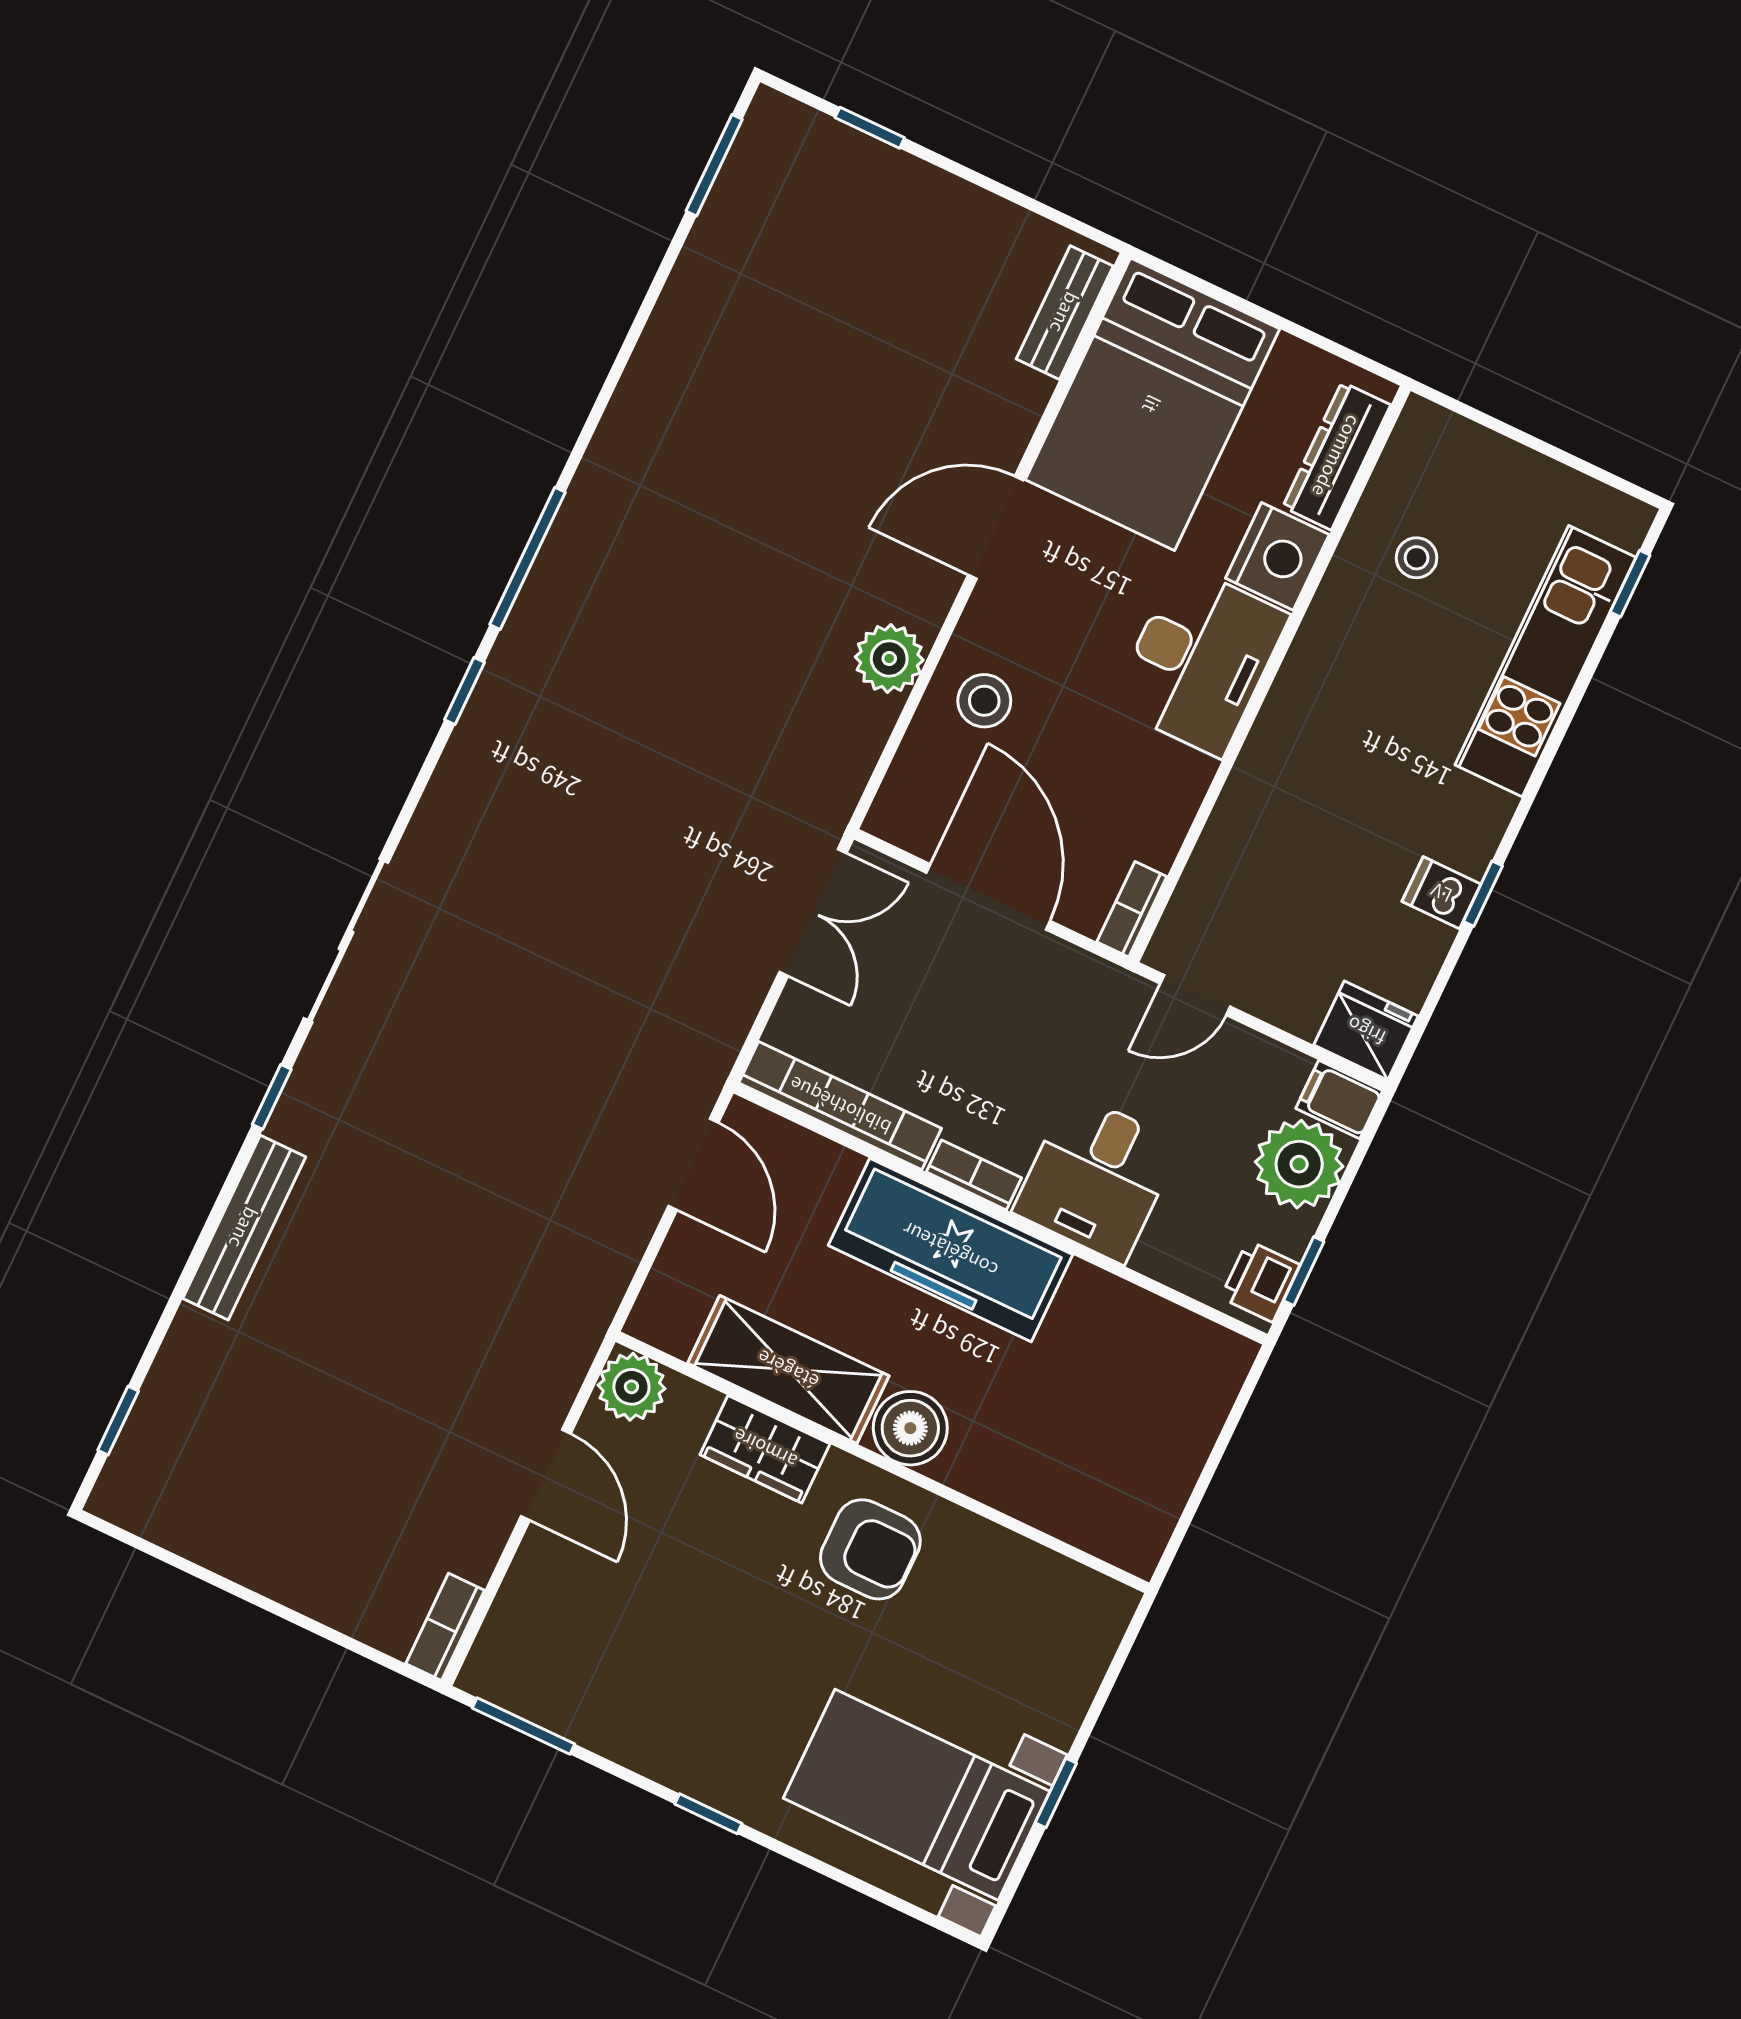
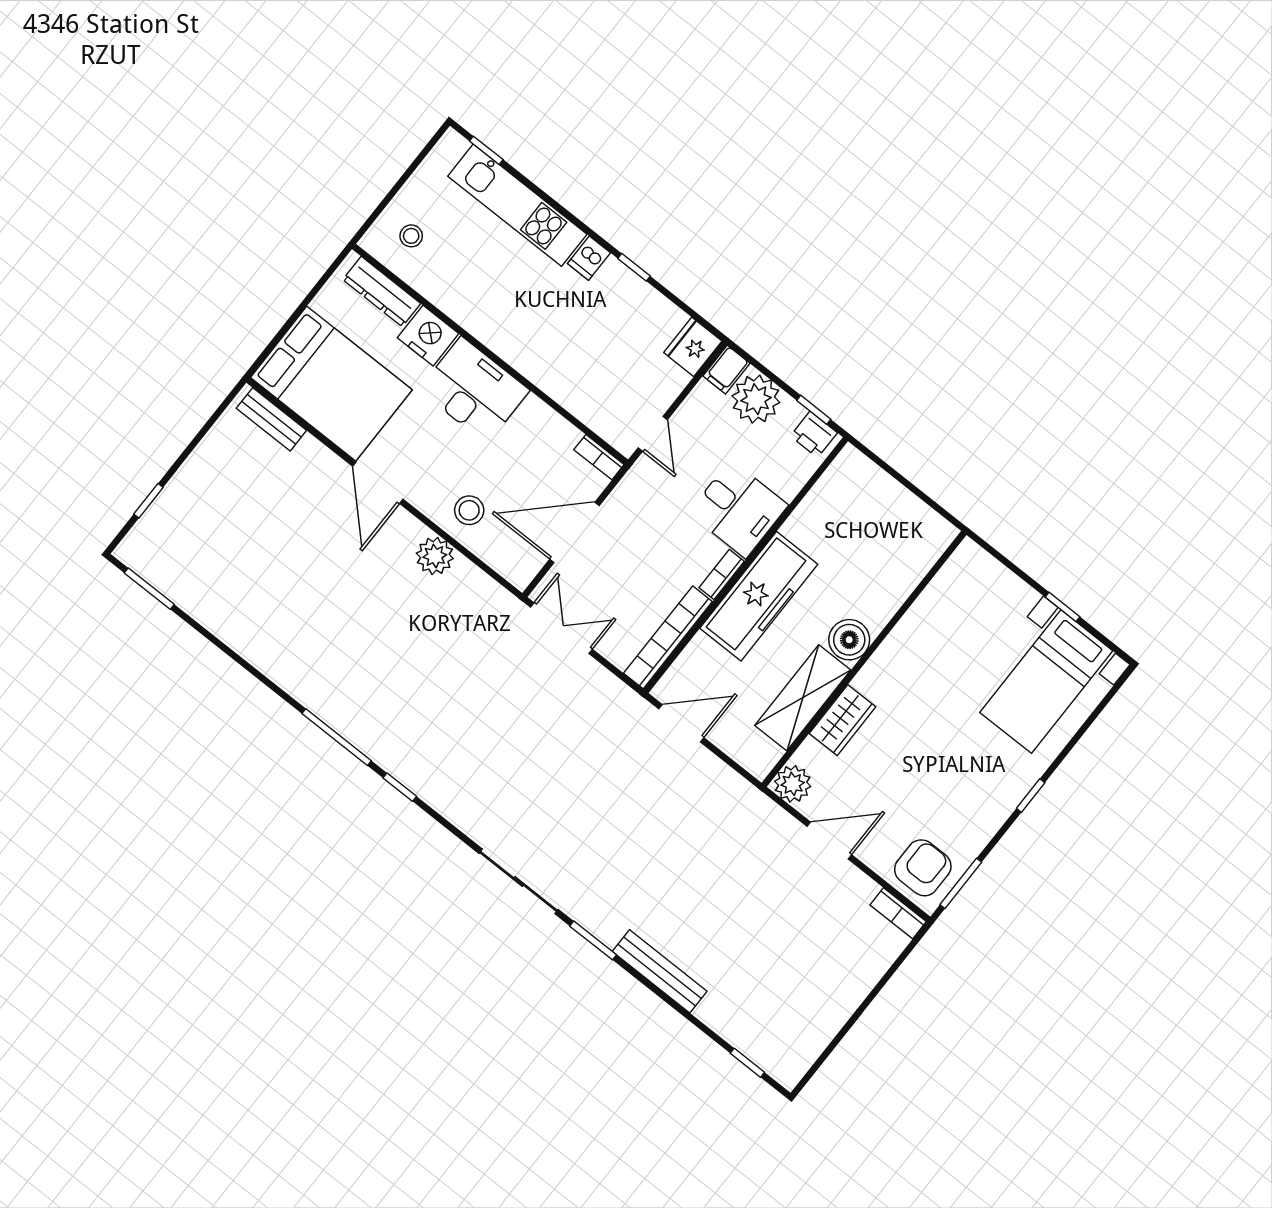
stool: (1417, 558) -> (411, 236), moved
dishwasher: (1441, 893) -> (589, 258), moved
window: (272, 1097) -> (593, 940), width x1.50
armchair: (870, 1549) -> (923, 868), moved

